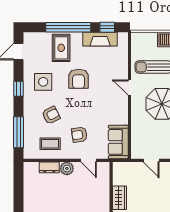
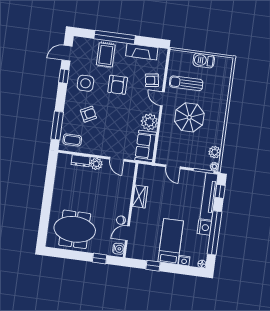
window: (107, 27) -> (150, 42), removed
window: (18, 89) -> (64, 76), moved
plant: (119, 115) -> (149, 122), added
armchair: (79, 135) -> (152, 80), moved
coffee table: (50, 144) -> (72, 140), moved

